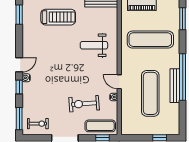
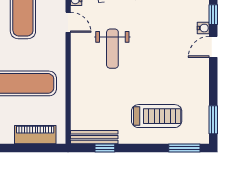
treadmill: (58, 17) -> (157, 116), turned 180
weight bench: (94, 45) -> (112, 49), moved, turned 90

